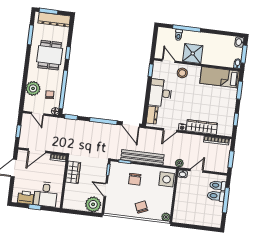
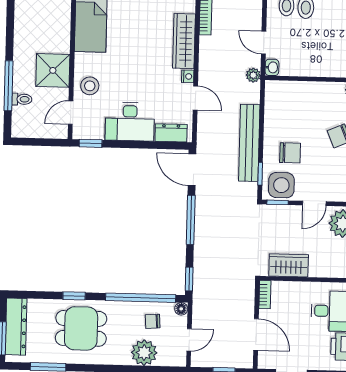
door: (131, 125) -> (192, 170), swing flipped
side table: (167, 179) -> (281, 185), moved

